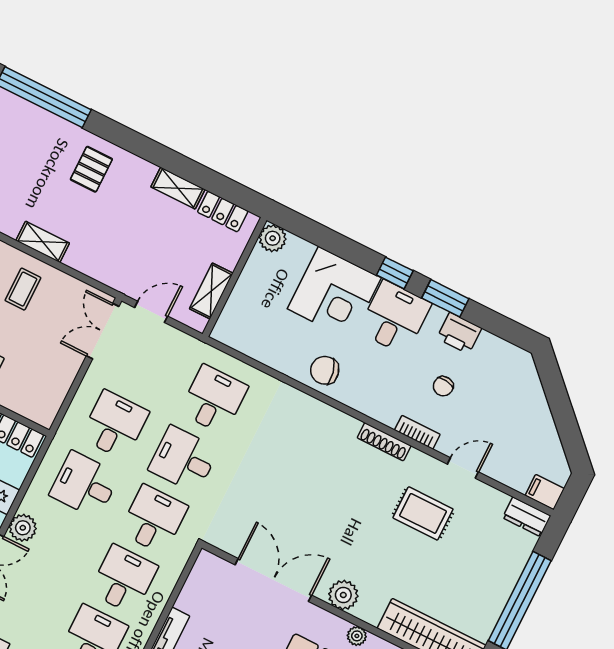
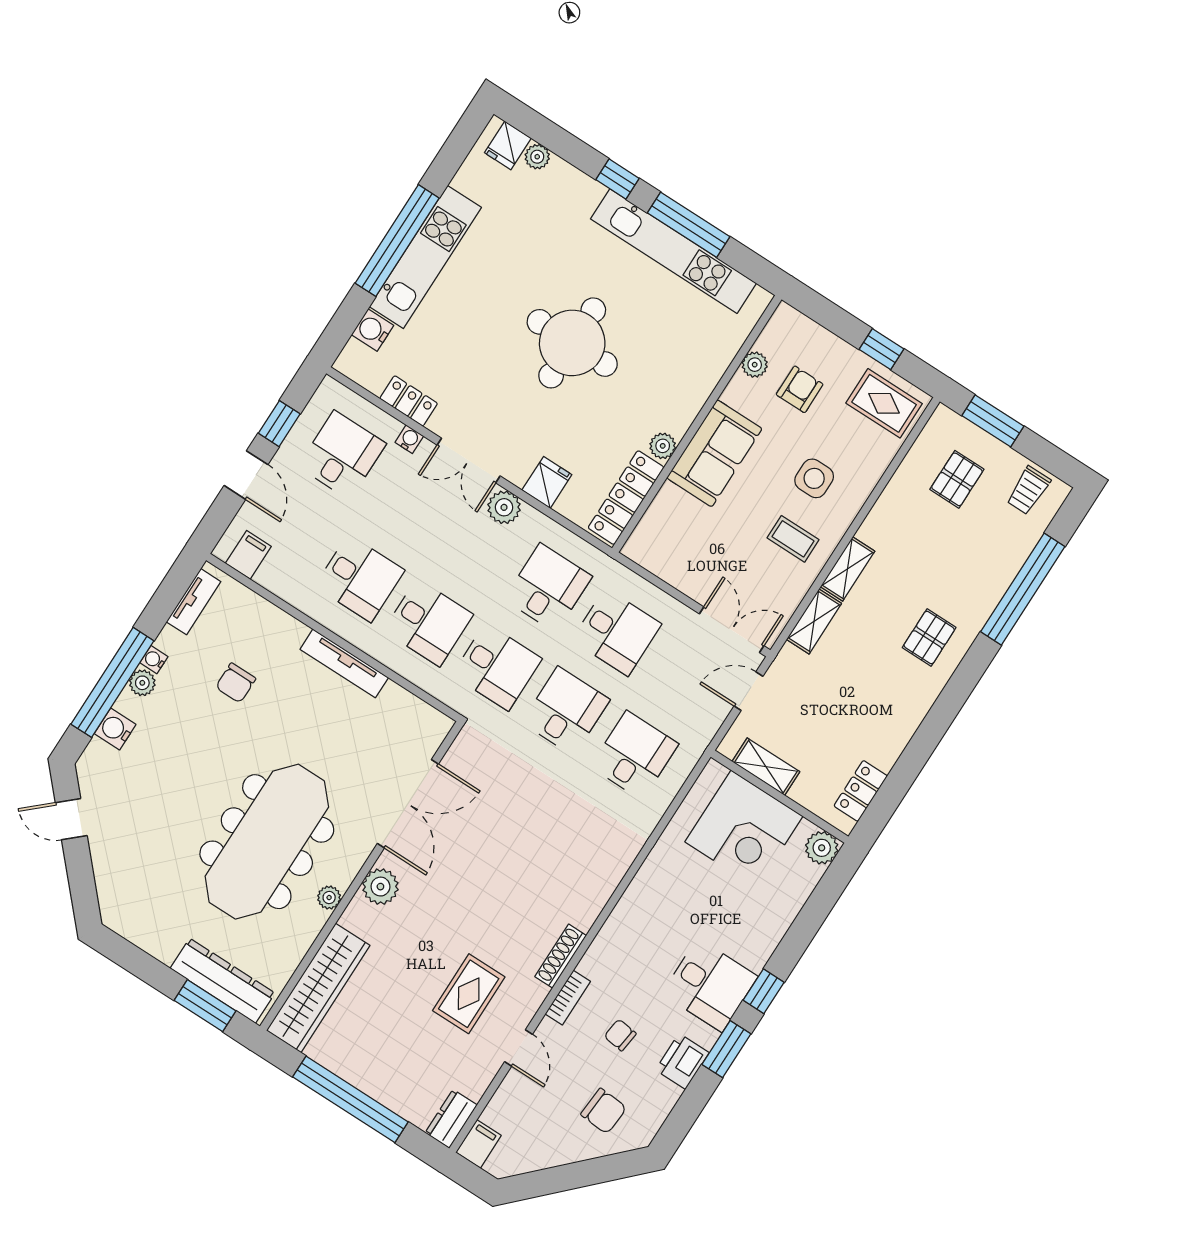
pallet: (91, 169) -> (929, 637), turned 90
shelving: (178, 188) -> (814, 621), moved
corner desk: (334, 293) -> (744, 829), moved, turned -90
door: (151, 312) -> (749, 691), swing flipped
chair: (325, 370) -> (604, 1111), moved, turned 107
desk: (214, 399) -> (634, 755), turned -90

